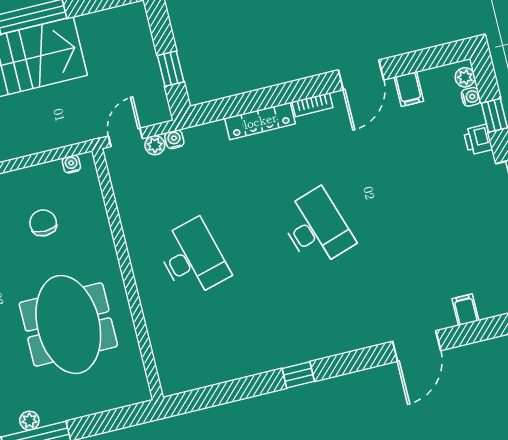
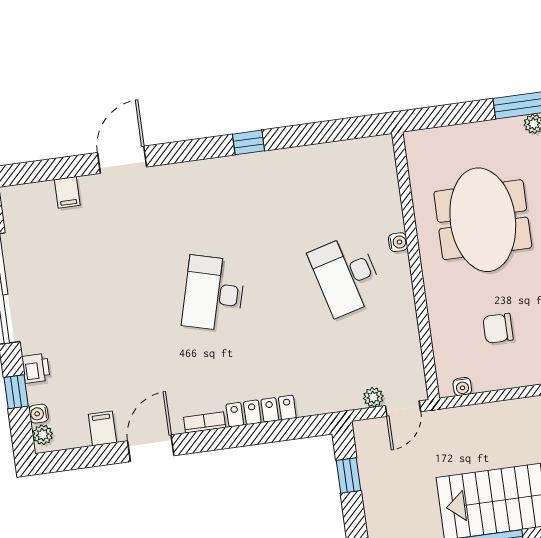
water cooler: (174, 139) -> (398, 242), moved, turned -90
chair: (43, 223) -> (498, 328), turned 90
desk: (317, 228) -> (214, 293), turned 33

